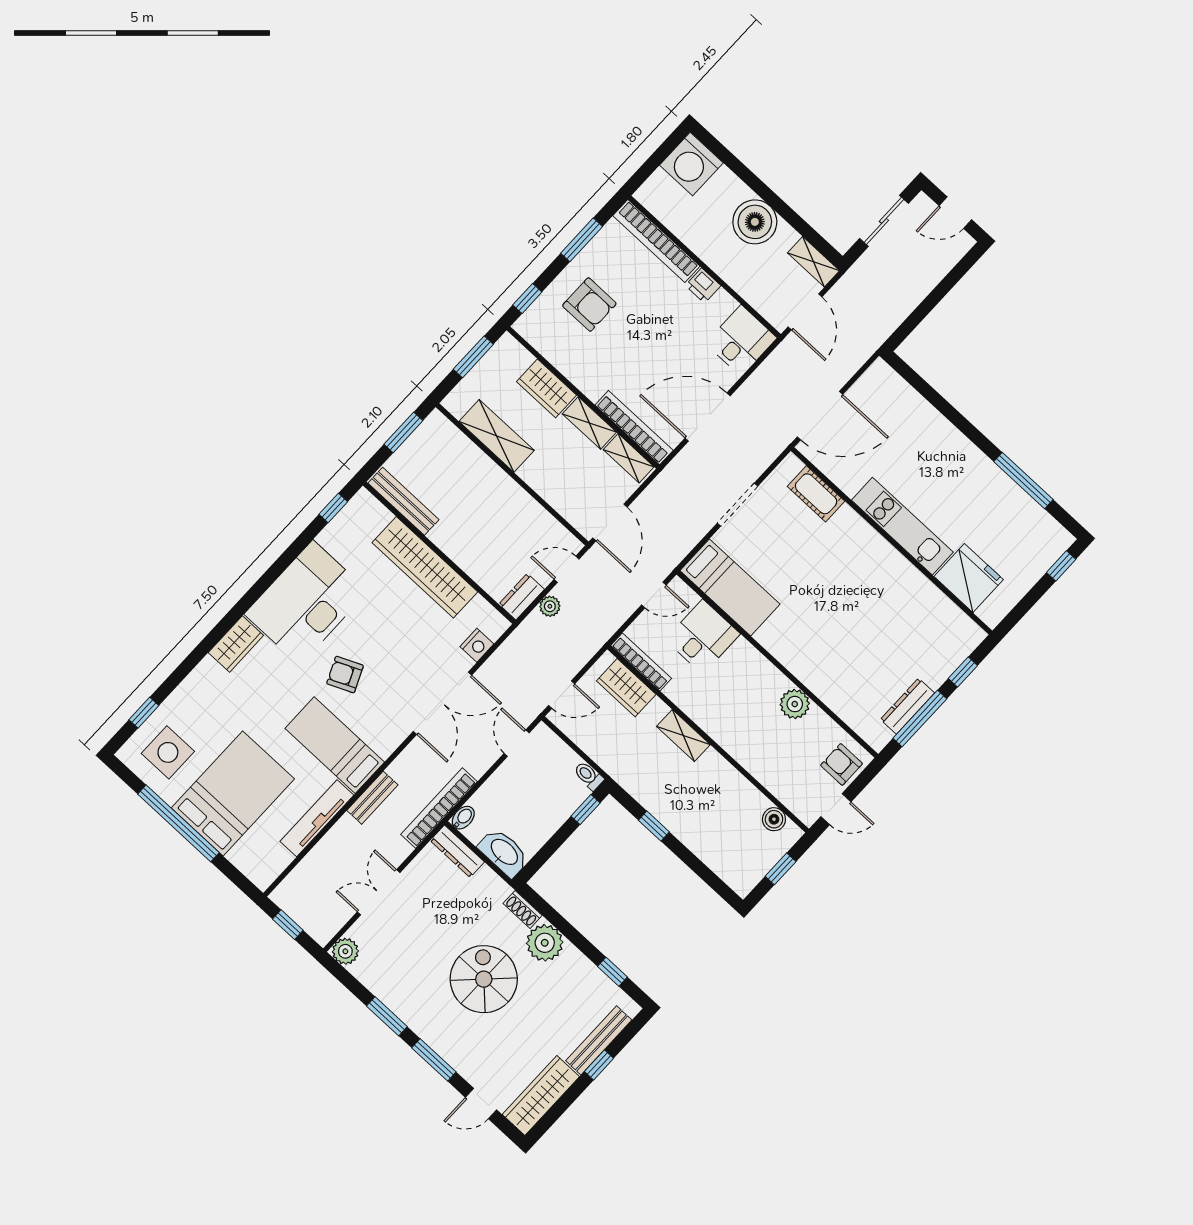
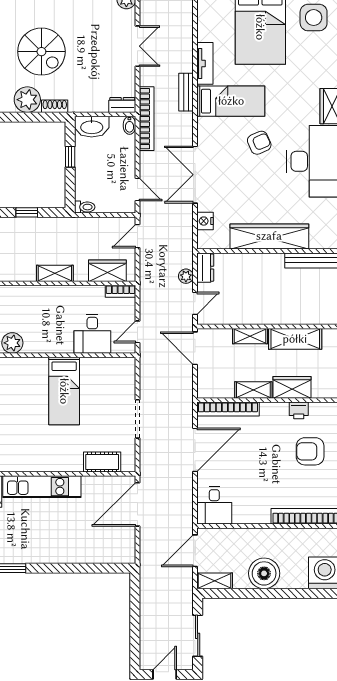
printer: (703, 285) -> (299, 410), moved, turned 180
door: (805, 312) -> (195, 551), hinge flipped
shelving: (629, 458) -> (250, 336), moved
bed: (730, 587) -> (64, 391), moved, turned -90
bookcase: (641, 662) -> (121, 291), width x0.64
window: (585, 810) -> (70, 157), moved
tv unit: (317, 818) -> (205, 63), width x0.71
dresser: (457, 851) -> (122, 105), width x0.70

